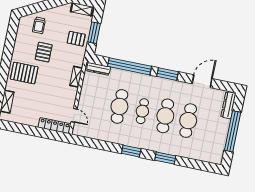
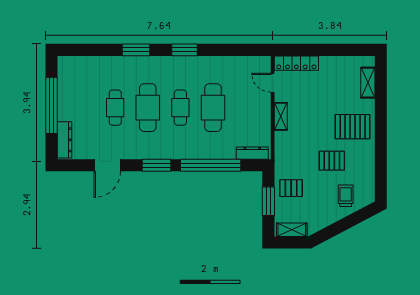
pallet: (44, 52) -> (332, 161), turned 90
shelving: (76, 77) -> (281, 116), moved
cafe table: (188, 121) -> (115, 108), width x0.73, depth x0.74

